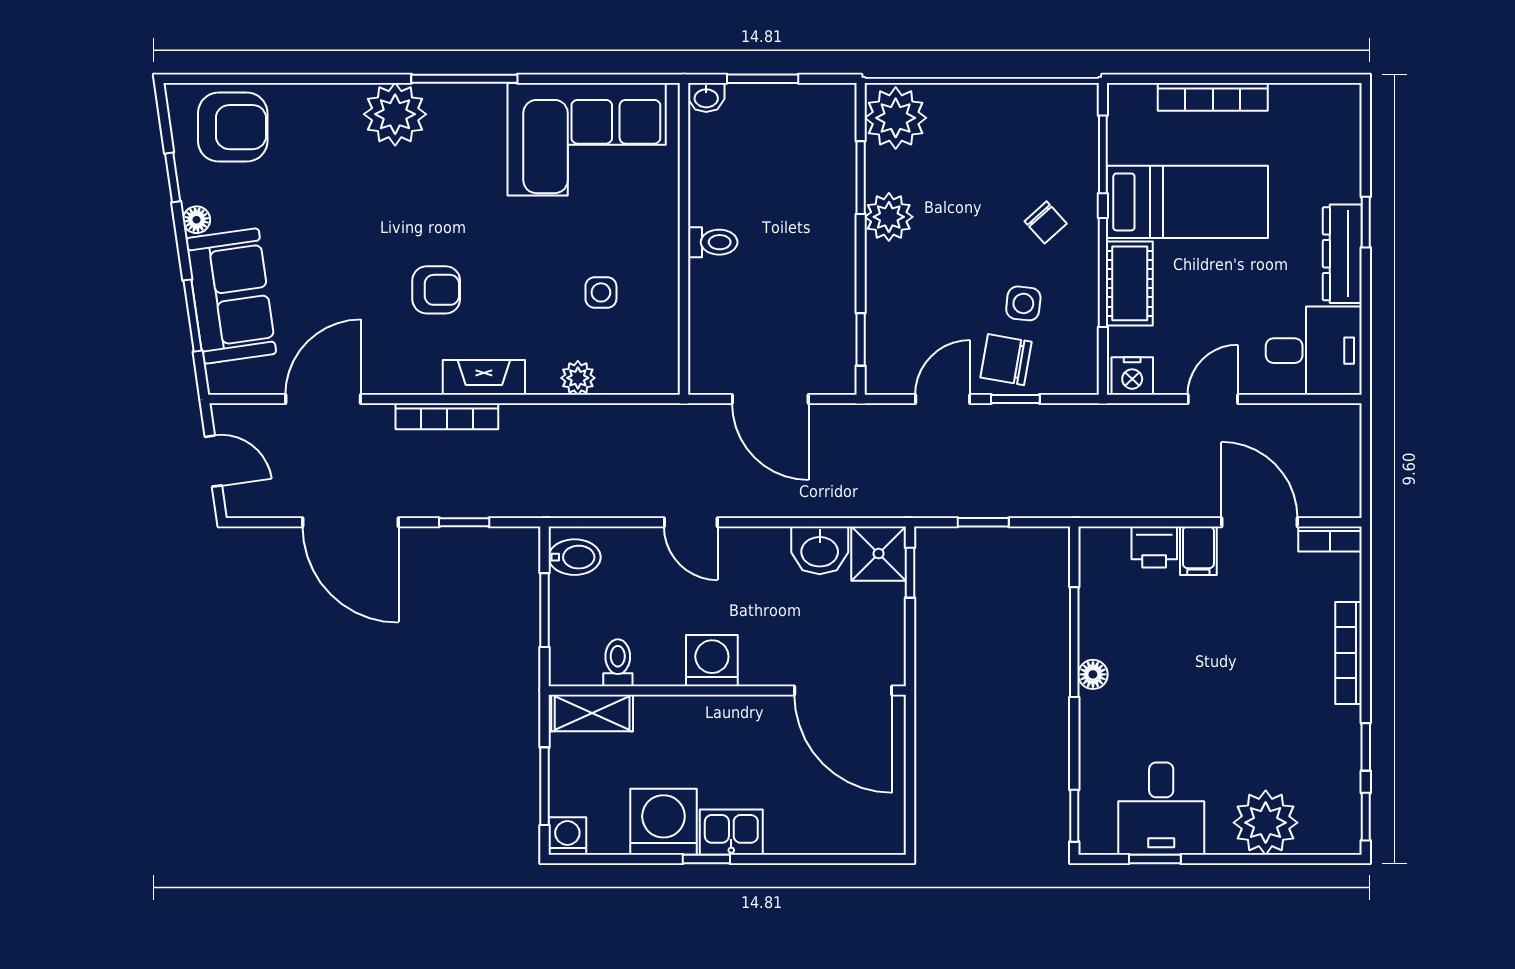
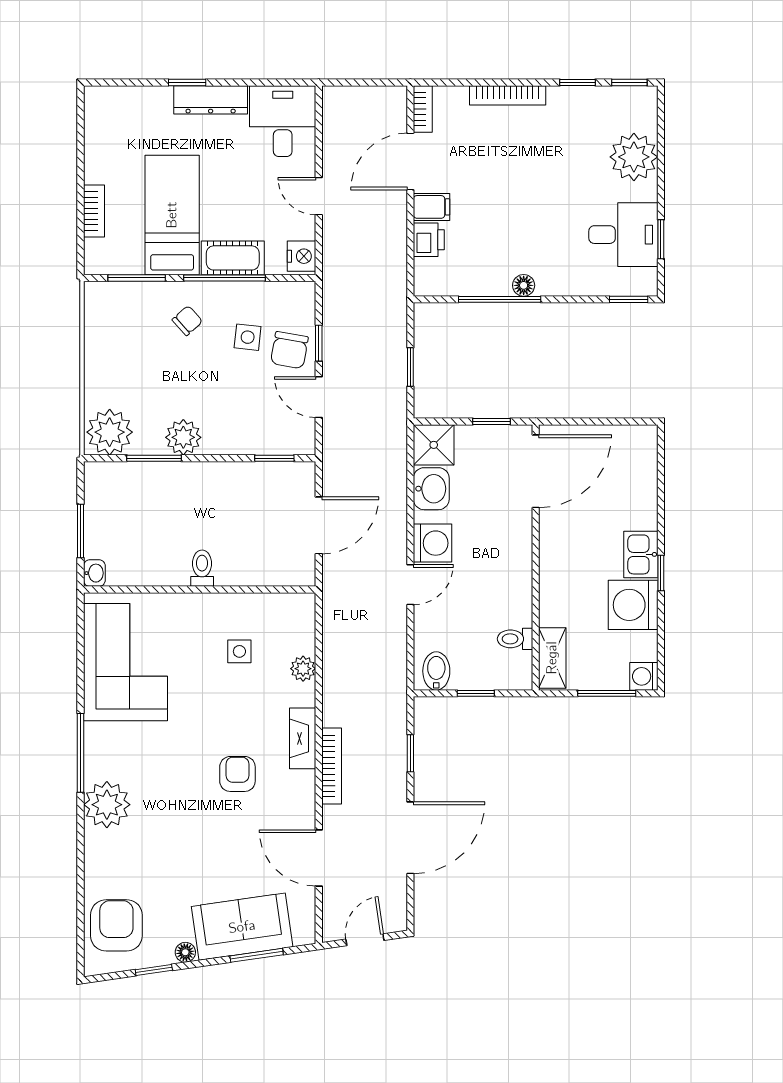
bookcase: (1213, 97) -> (94, 211), width x0.64
window: (910, 573) -> (491, 422), moved
window: (544, 610) -> (476, 693), width x0.67
washing machine: (712, 661) -> (433, 543), moved, turned 180

